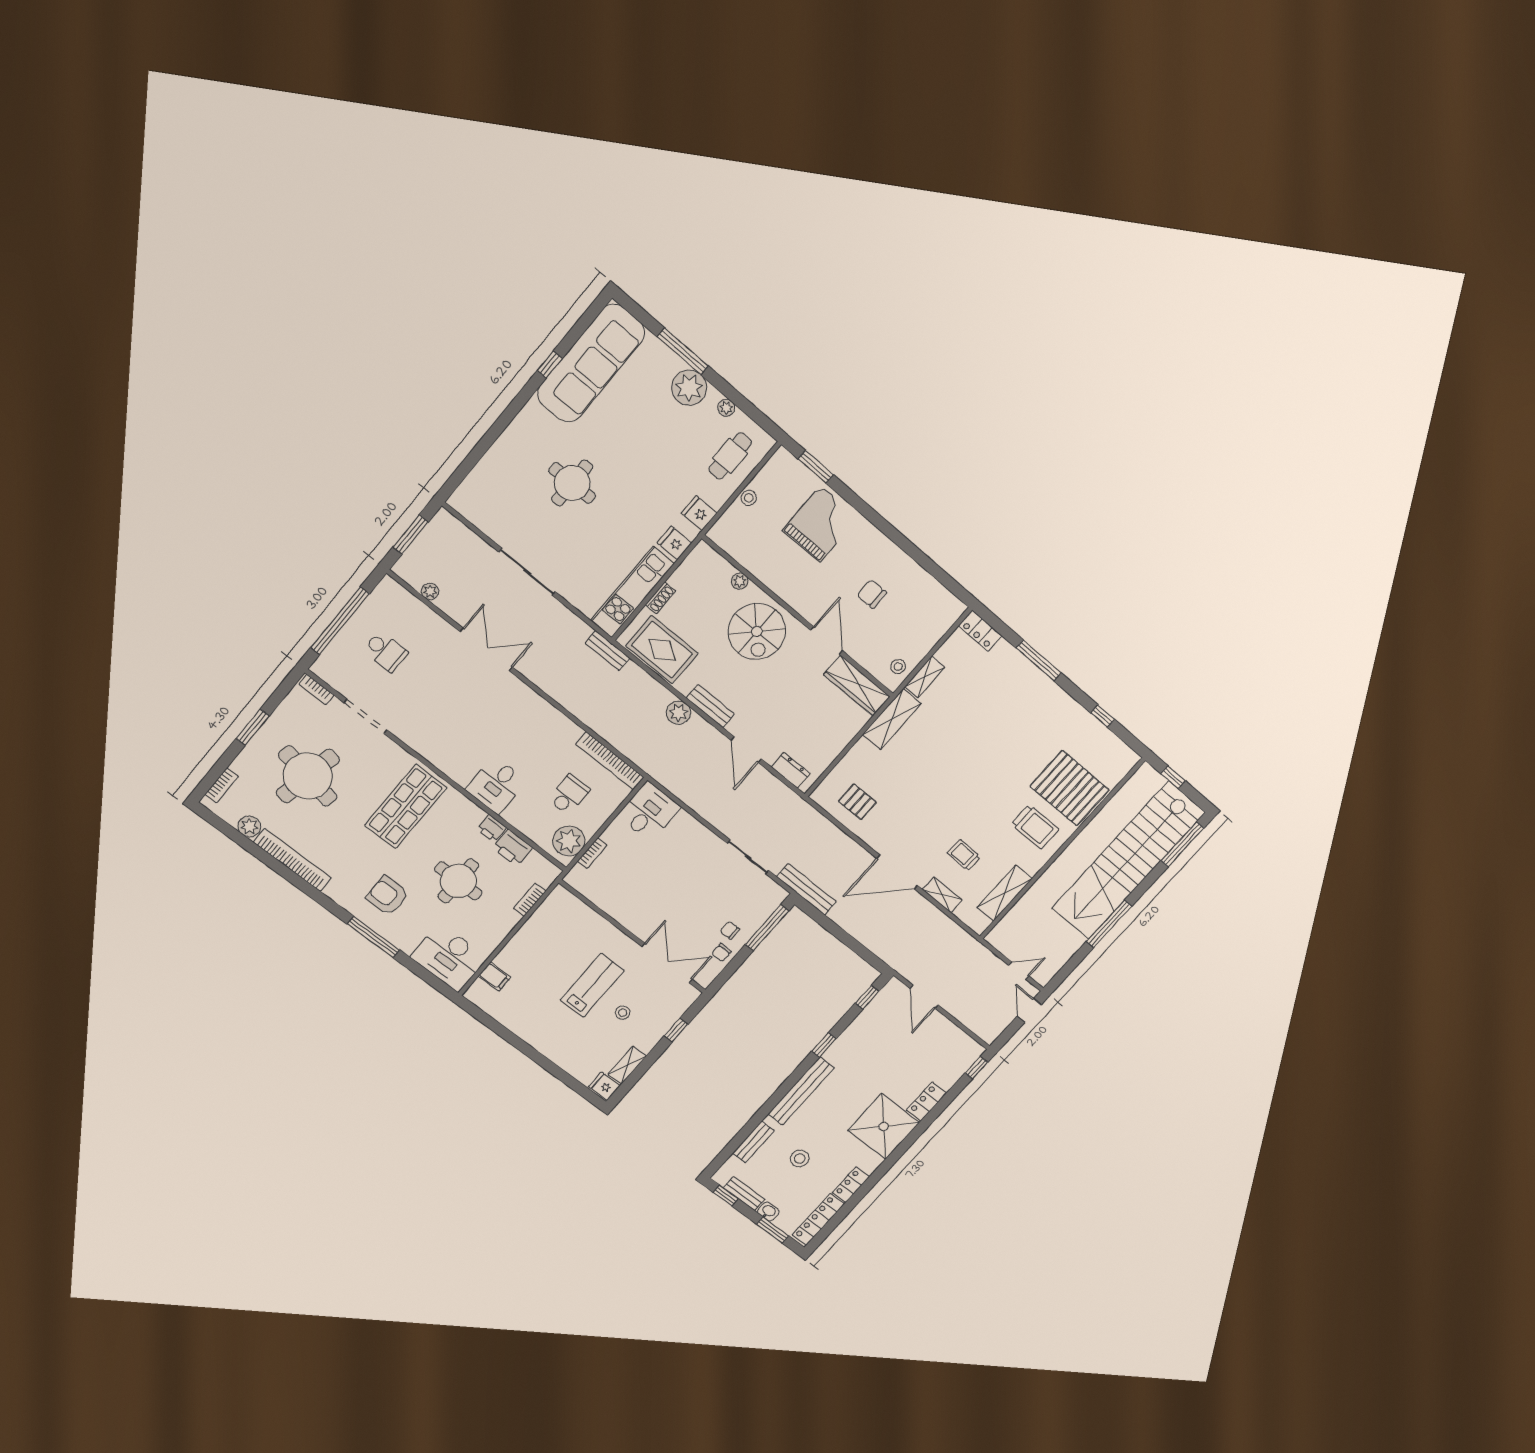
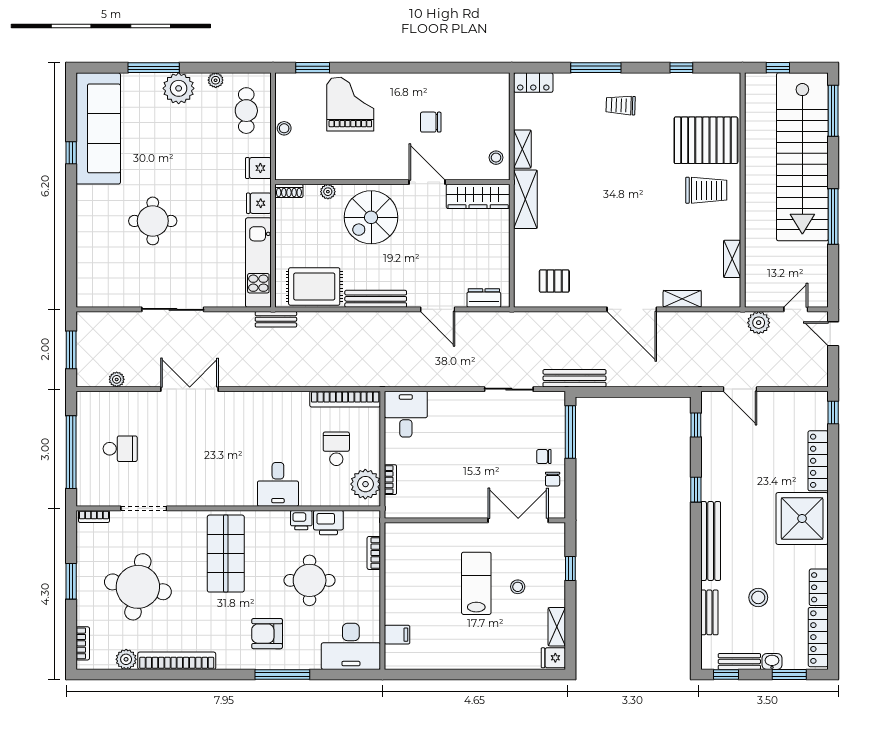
shoe rack: (660, 598) -> (289, 191), moved, turned 90
spiral stairs: (757, 631) -> (371, 217), turned 90
bench: (710, 706) -> (376, 299), width x1.36
plant: (679, 713) -> (759, 323), moved
trolley: (964, 855) -> (621, 105), moved
door: (897, 872) -> (632, 309), hinge flipped
shelving: (1005, 893) -> (732, 259), width x0.67, depth x0.75
locker: (927, 1102) -> (818, 461), width x1.53

